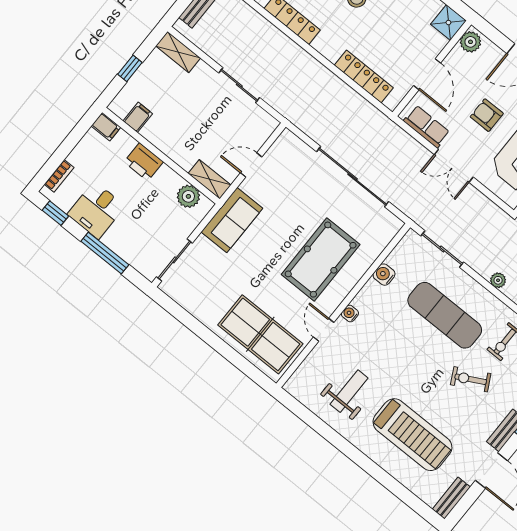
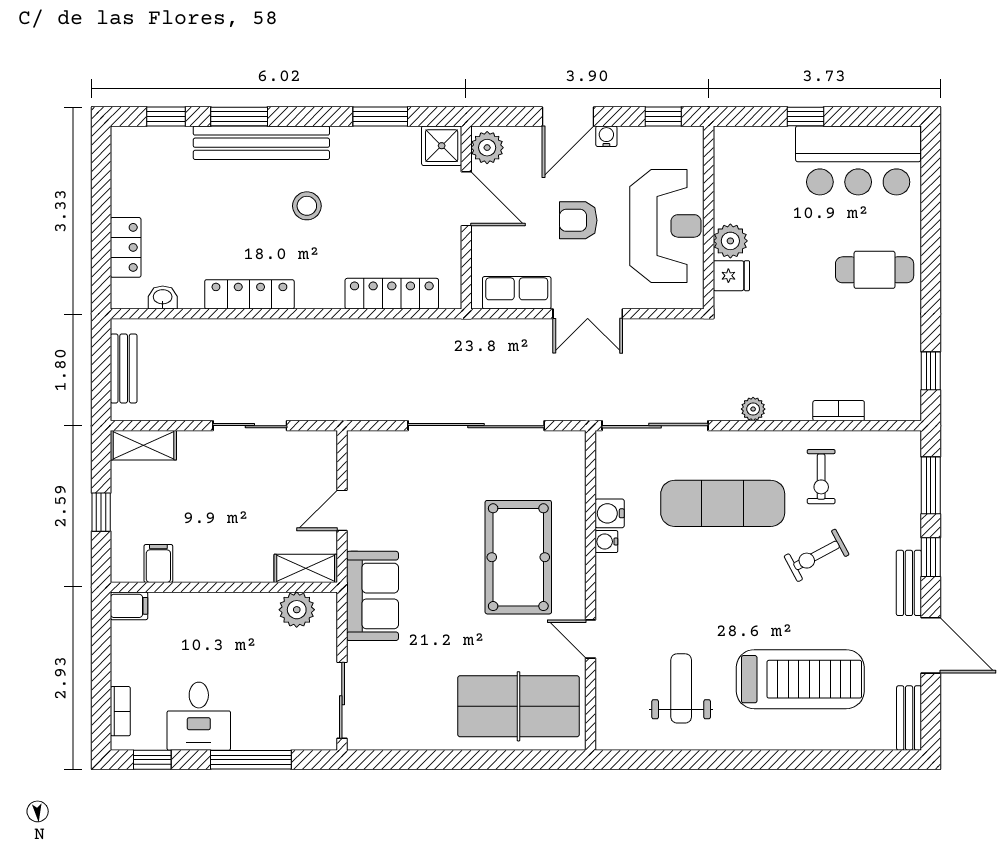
door: (427, 74) -> (466, 199), moved
printer: (144, 162) -> (209, 612), removed
sliding door: (442, 249) -> (655, 426), width x1.37
water cooler: (350, 314) -> (606, 542), moved

